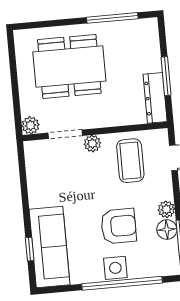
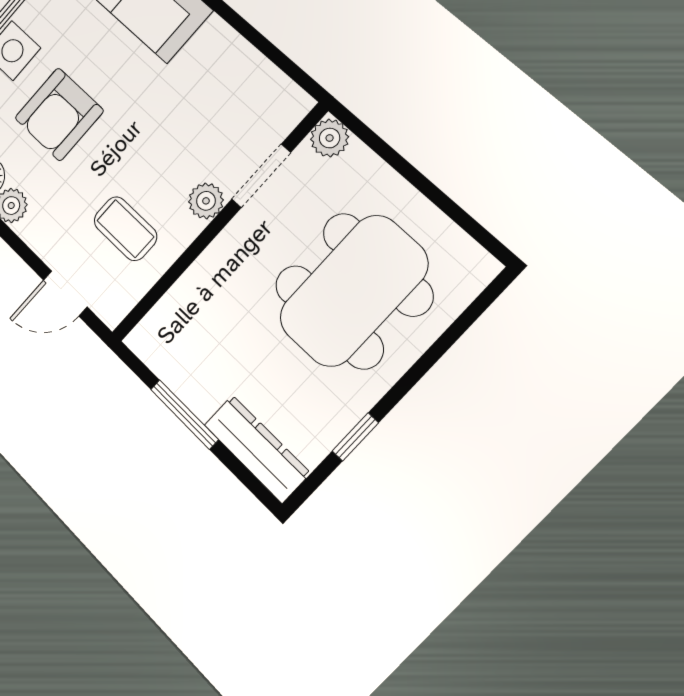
window: (112, 18) -> (355, 437), width x0.46
dresser: (155, 98) -> (257, 449), moved
coffee table: (130, 161) -> (125, 229), width x0.73, depth x0.77

